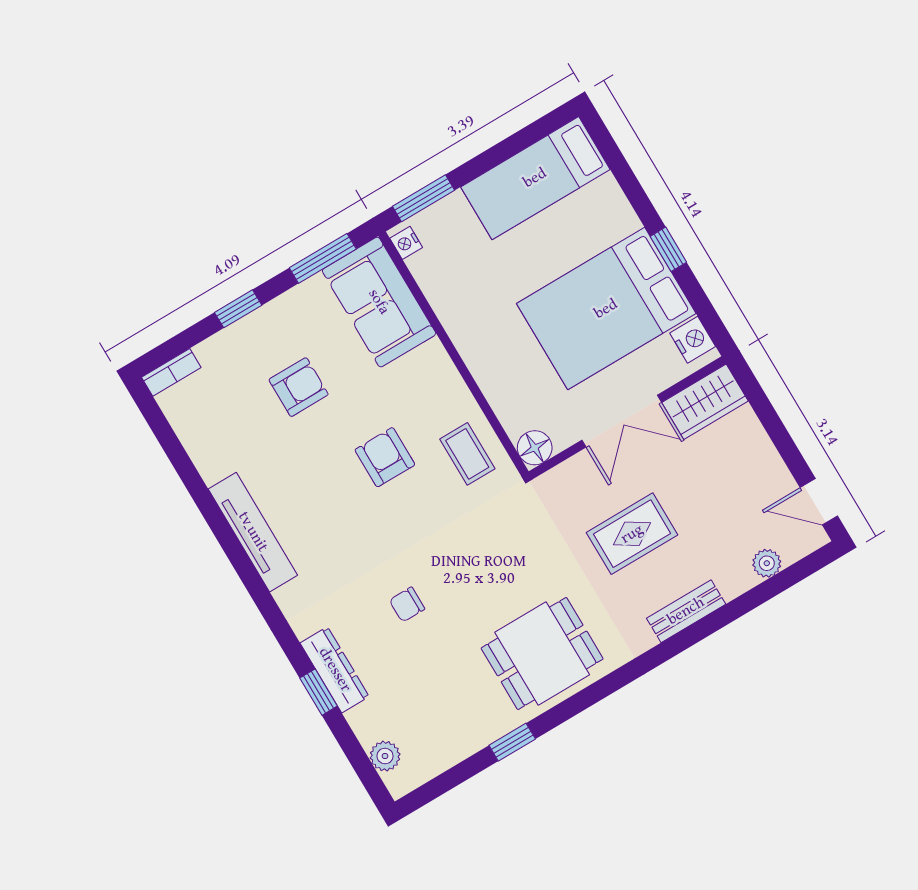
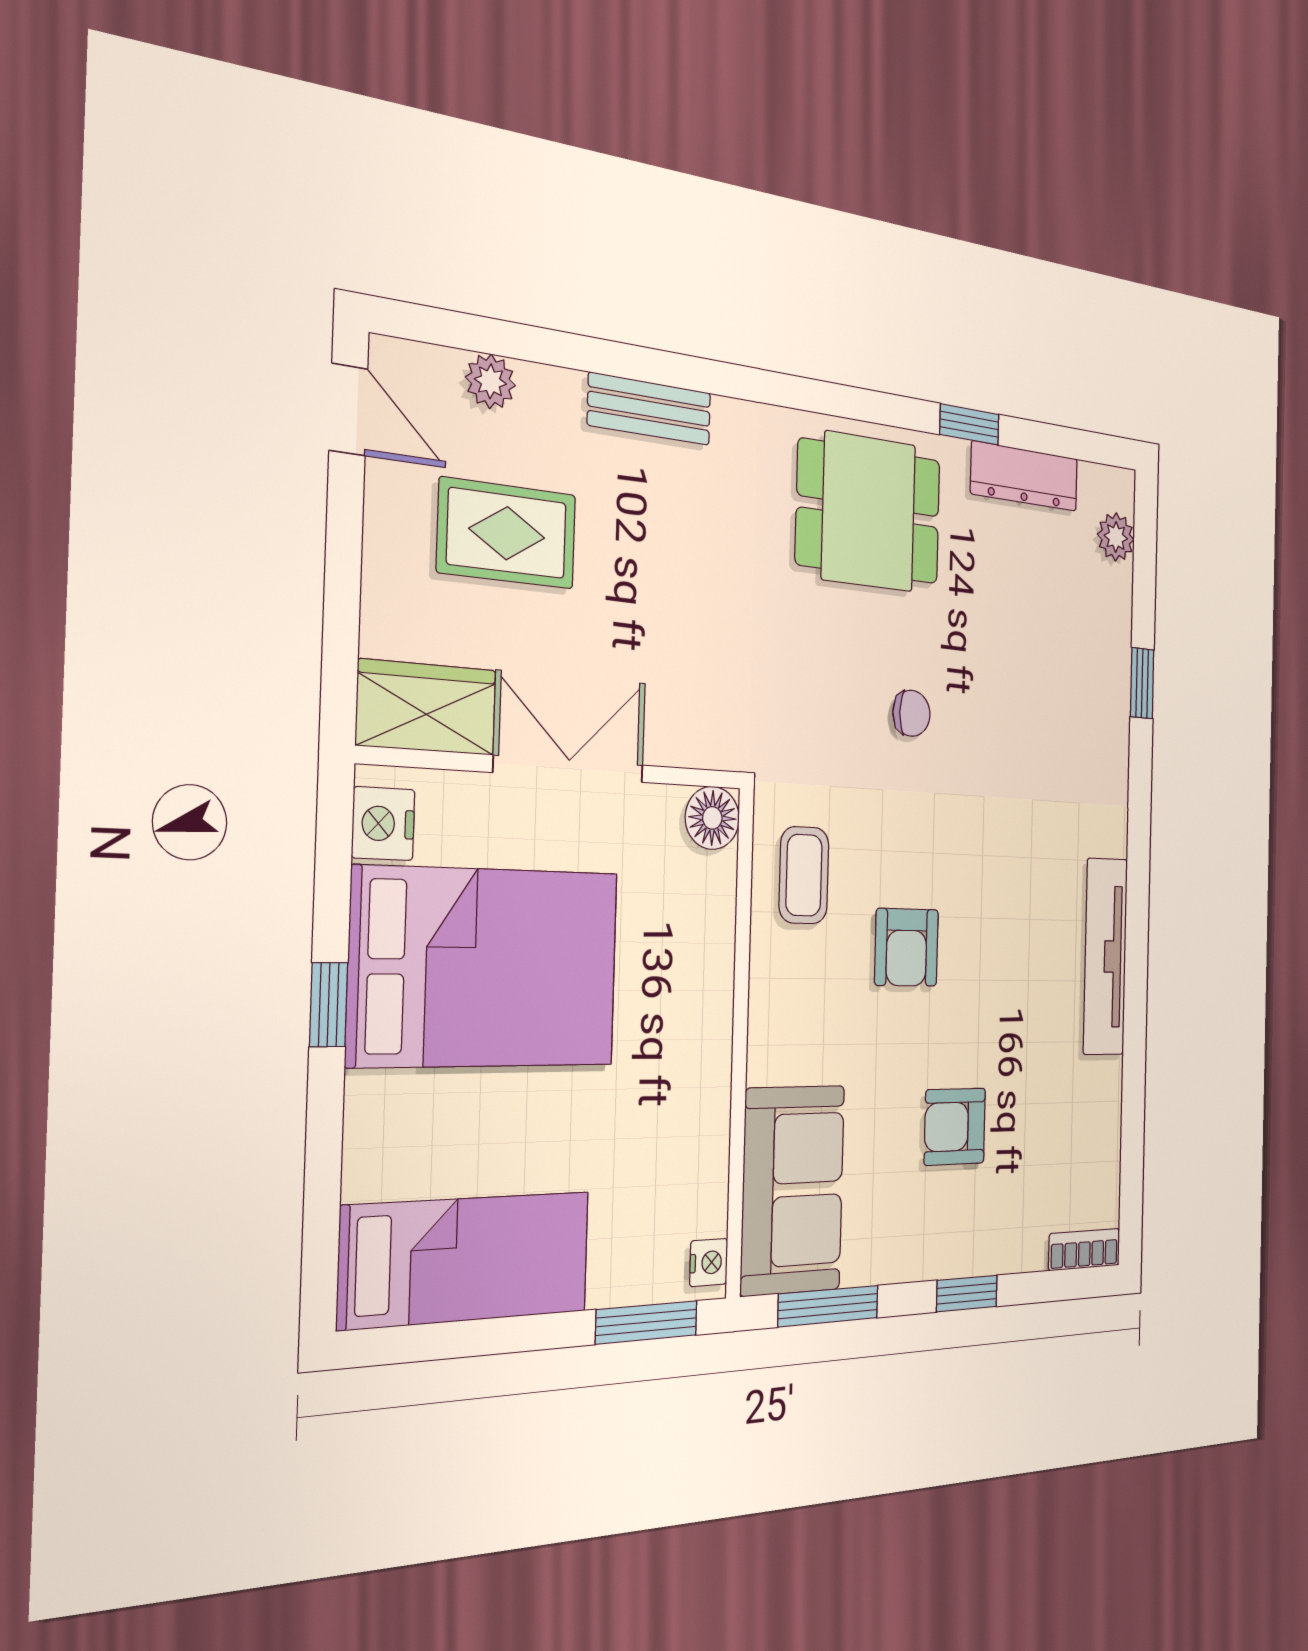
rug: (632, 534) -> (507, 533), moved
chair: (407, 605) -> (911, 713), moved
dresser: (335, 670) -> (1024, 476), moved, turned -90

